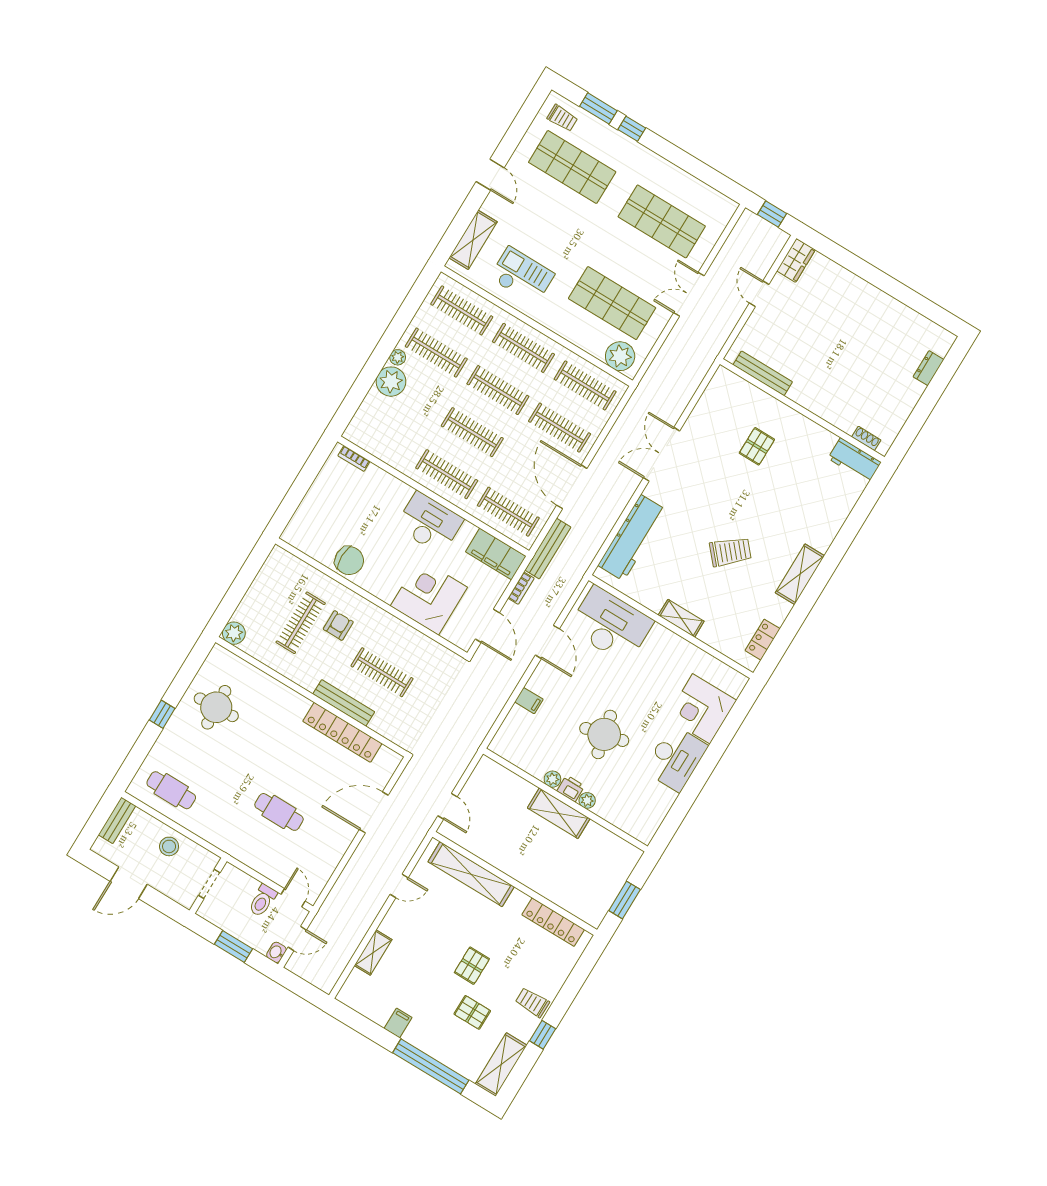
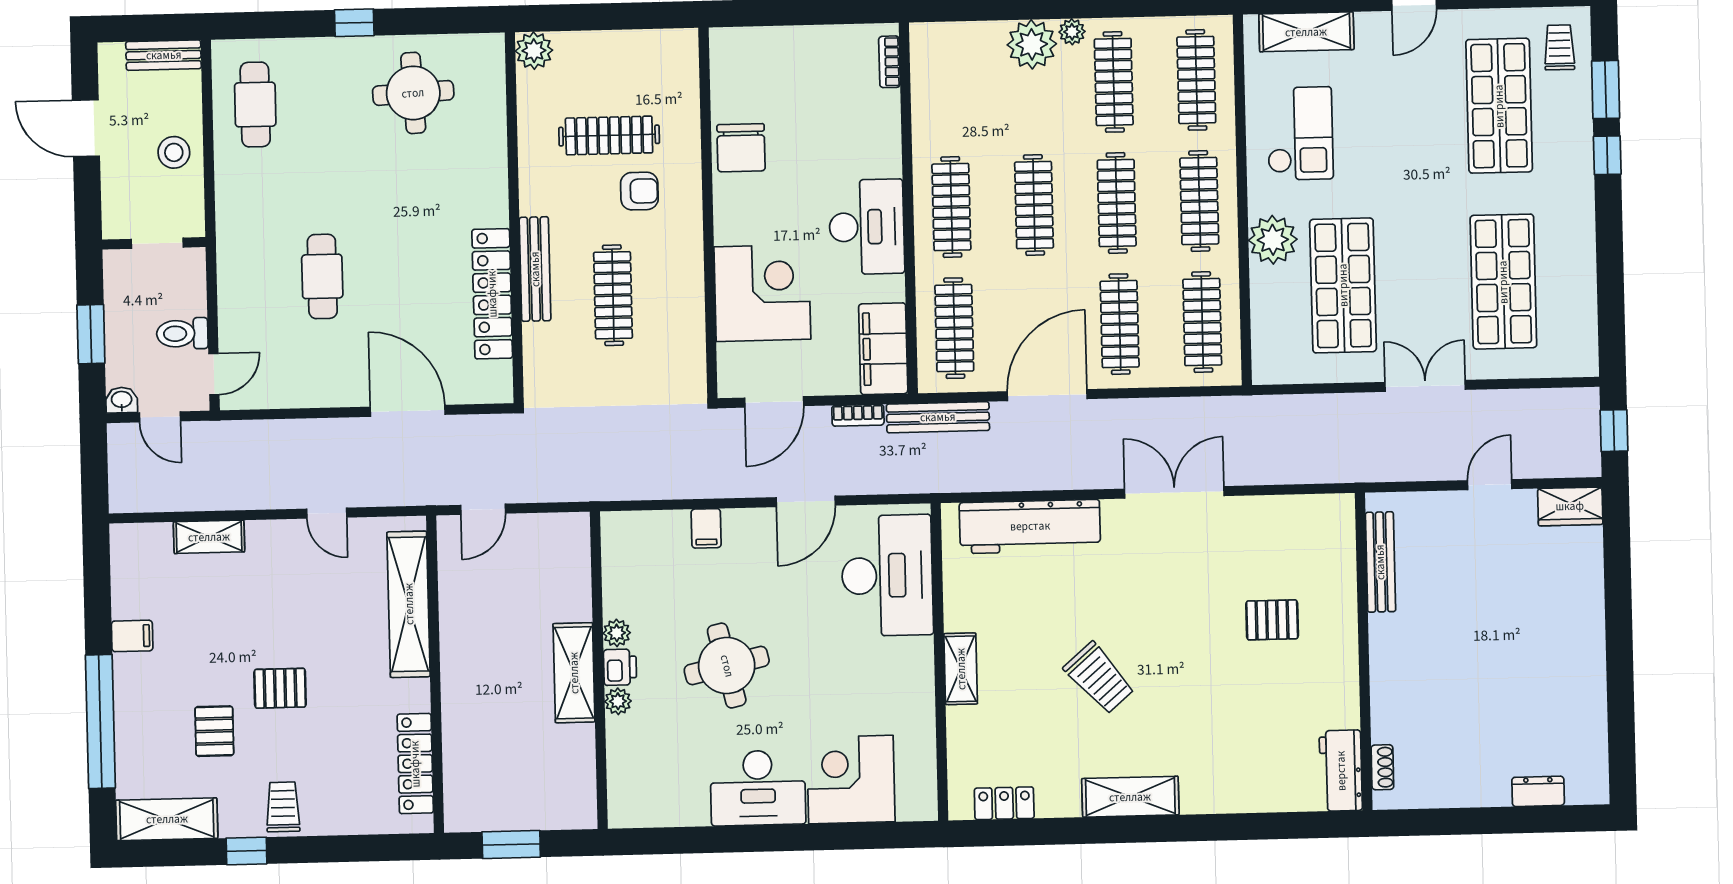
trolley: (562, 118) -> (1559, 47), turned 180
plant: (620, 356) -> (1273, 240), moved

